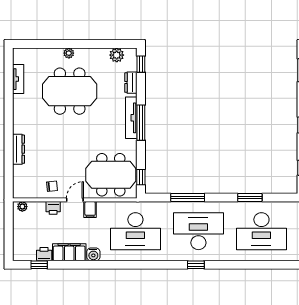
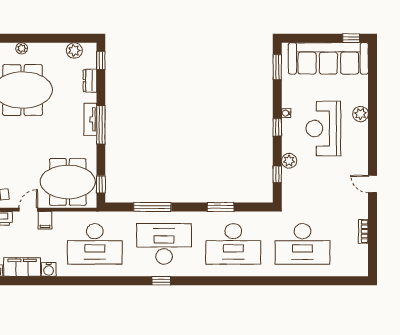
tv unit: (131, 118) -> (90, 119), width x0.71

